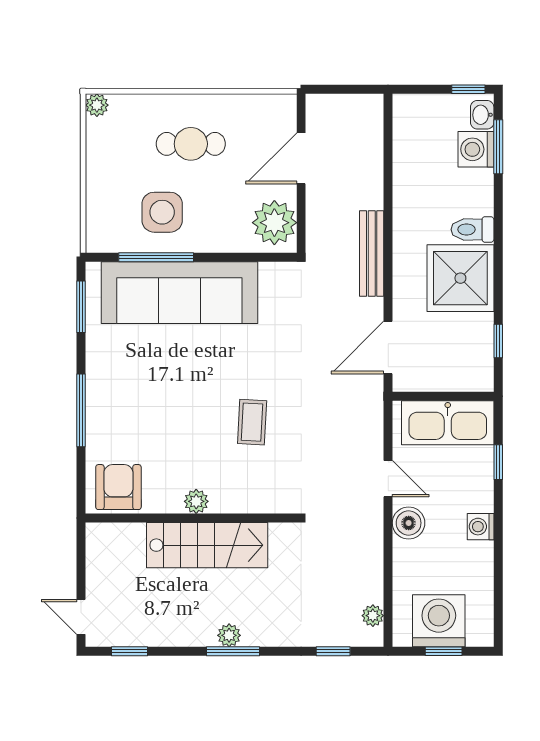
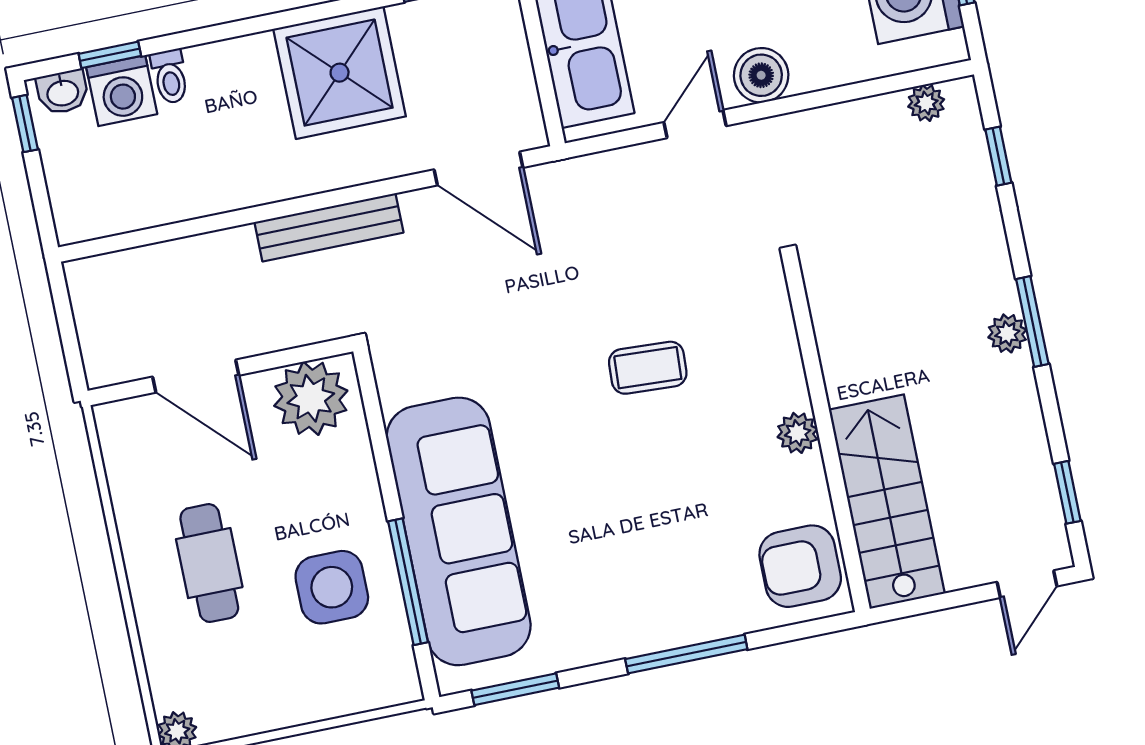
window: (498, 147) -> (110, 55), width x0.67
toilet: (472, 229) -> (170, 77), moved, width x0.73, depth x0.72
stairs: (207, 545) -> (887, 502), moved

